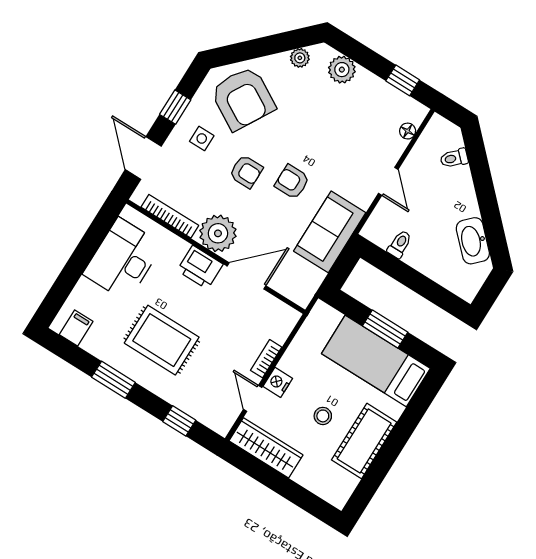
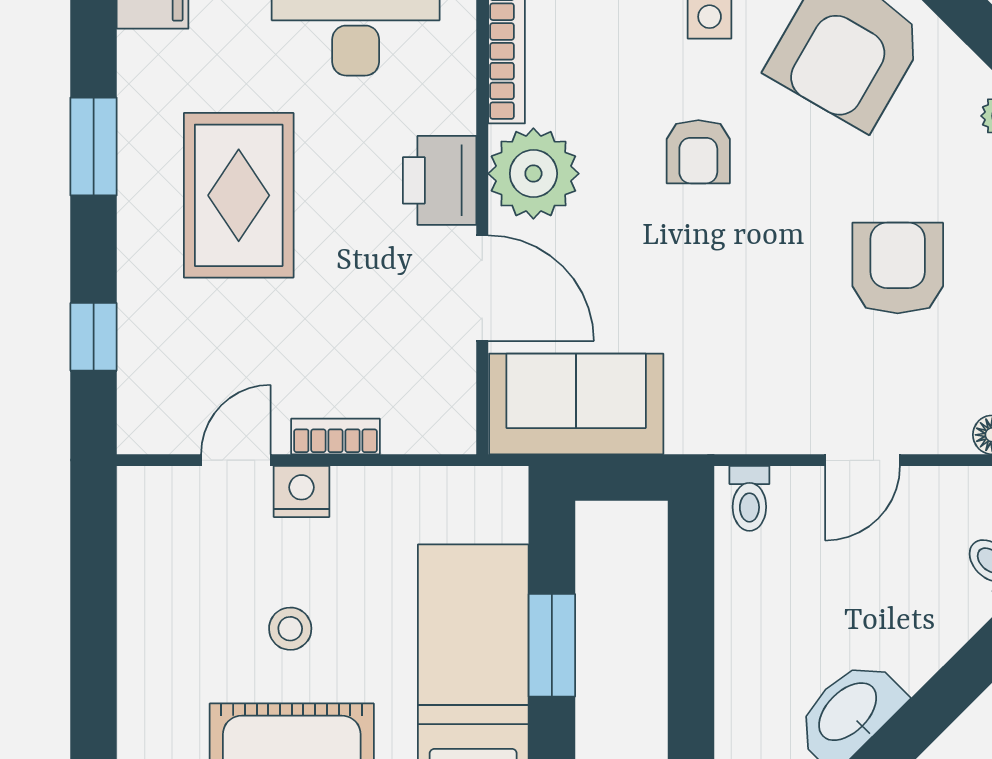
armchair: (292, 182) -> (898, 268), moved, width x1.38, depth x1.38
sofa: (330, 232) -> (576, 404), moved
toilet: (400, 244) -> (749, 498), moved, turned 90
wardrobe: (266, 448) -> (150, 552), removed

